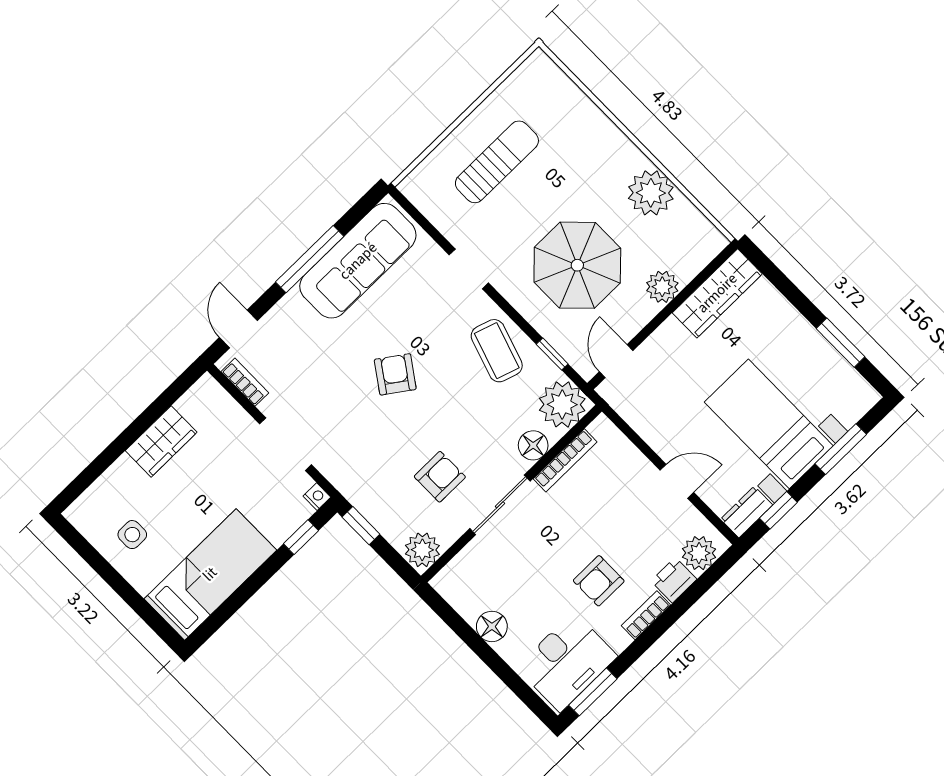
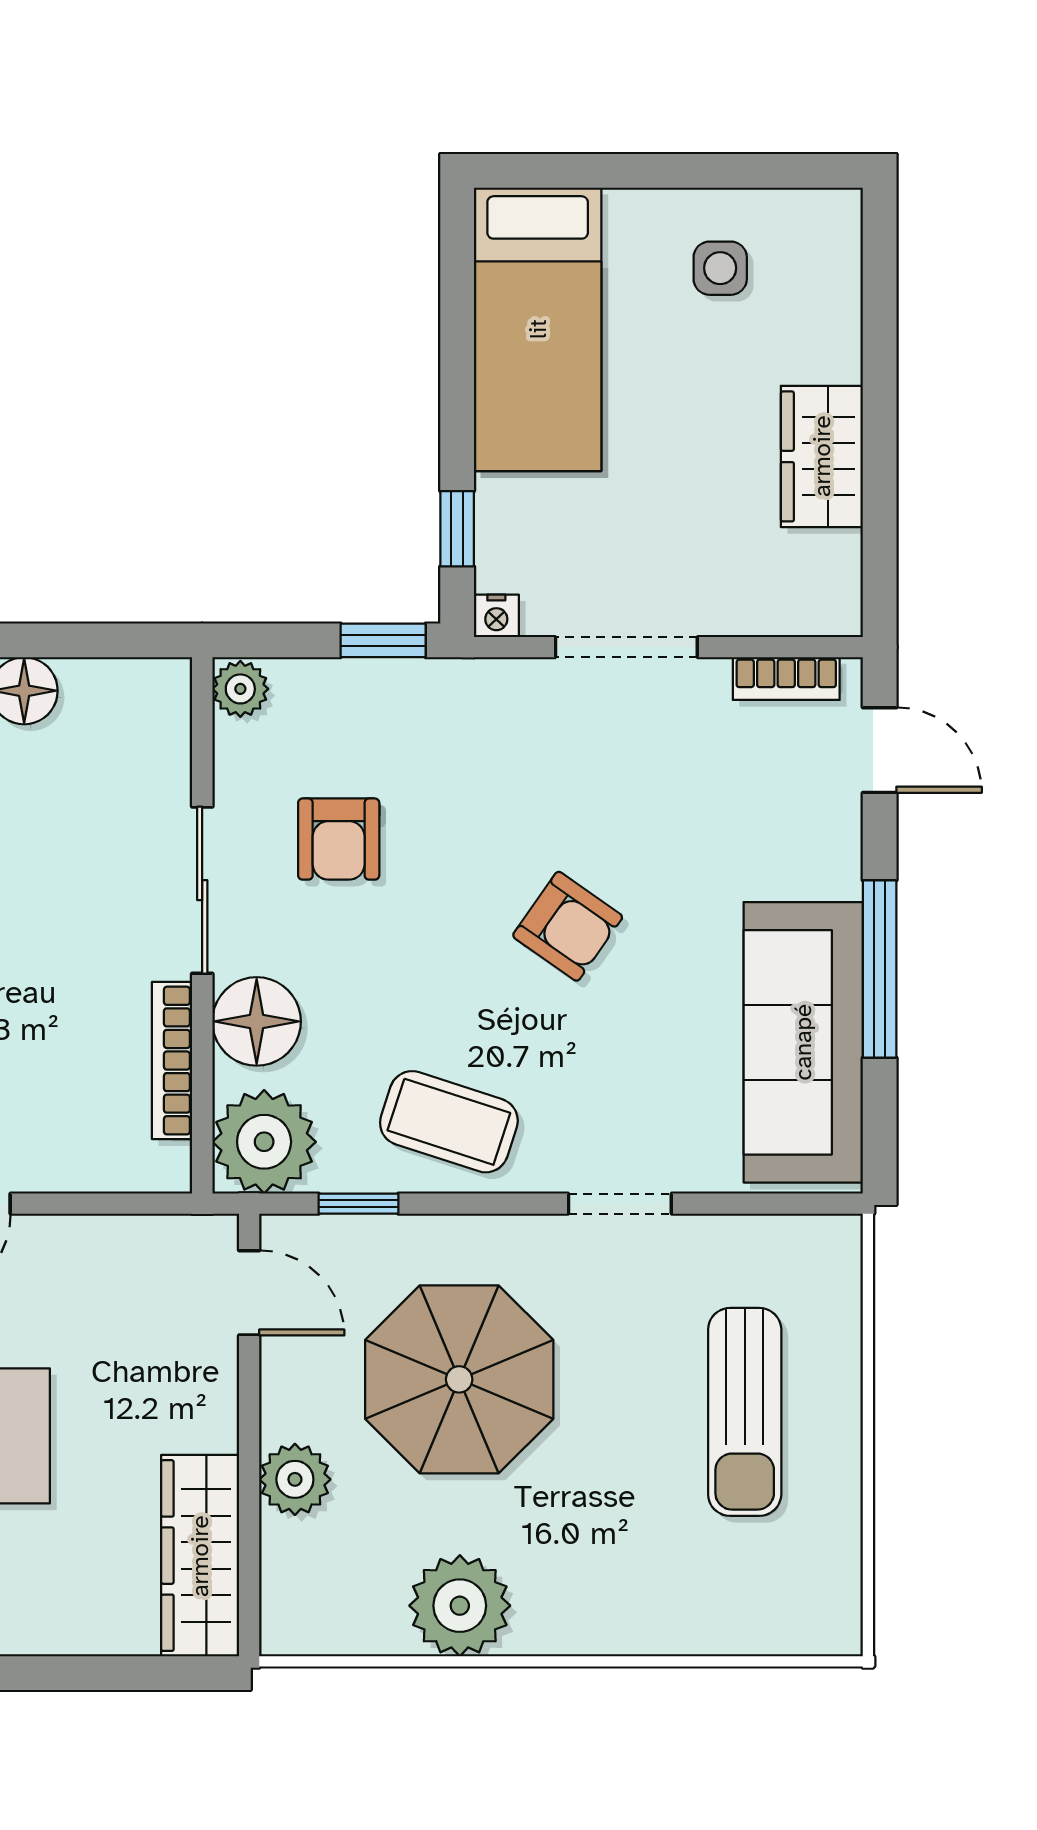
floor lamp: (533, 445) -> (257, 1021), width x1.38, depth x1.38
plant: (422, 550) -> (240, 689), width x0.73, depth x0.73

